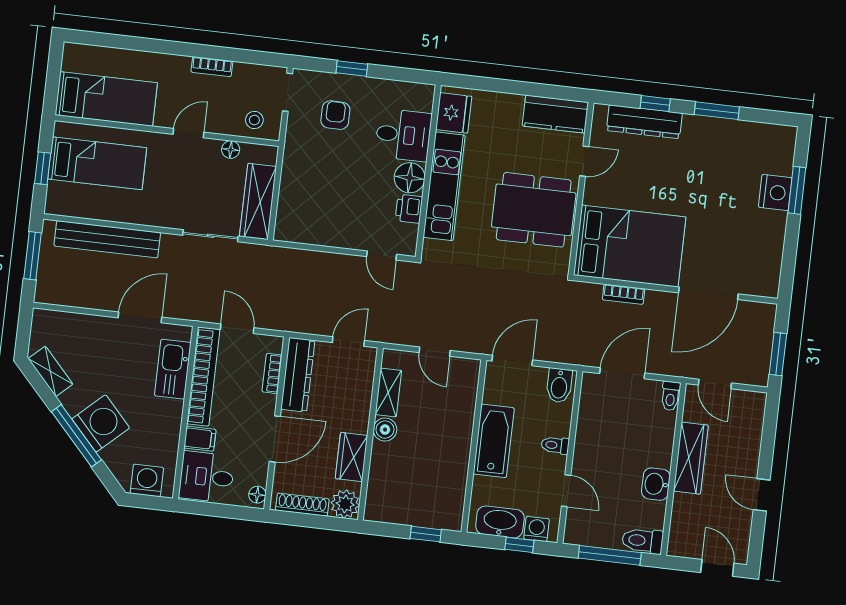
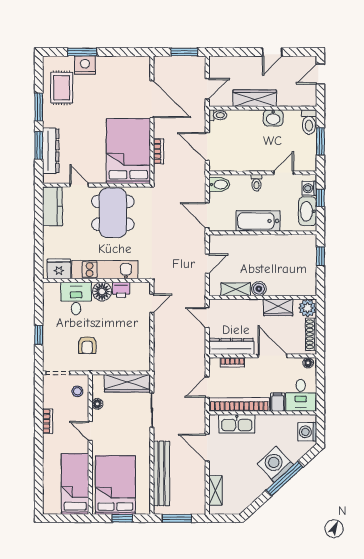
window: (655, 104) -> (39, 145), width x1.50
armchair: (335, 115) -> (87, 345), moved, turned -90
rug: (743, 151) -> (62, 88), added
bed: (97, 163) -> (115, 485), width x1.50
shelving: (51, 371) -> (215, 490), moved, turned -47
window: (610, 555) -> (320, 141), width x0.69

